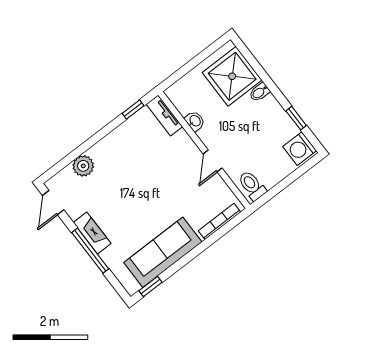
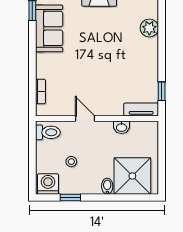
stool: (262, 143) -> (71, 162), added
bookcase: (219, 221) -> (40, 91), width x0.64
sofa: (163, 252) -> (49, 28), width x0.73

